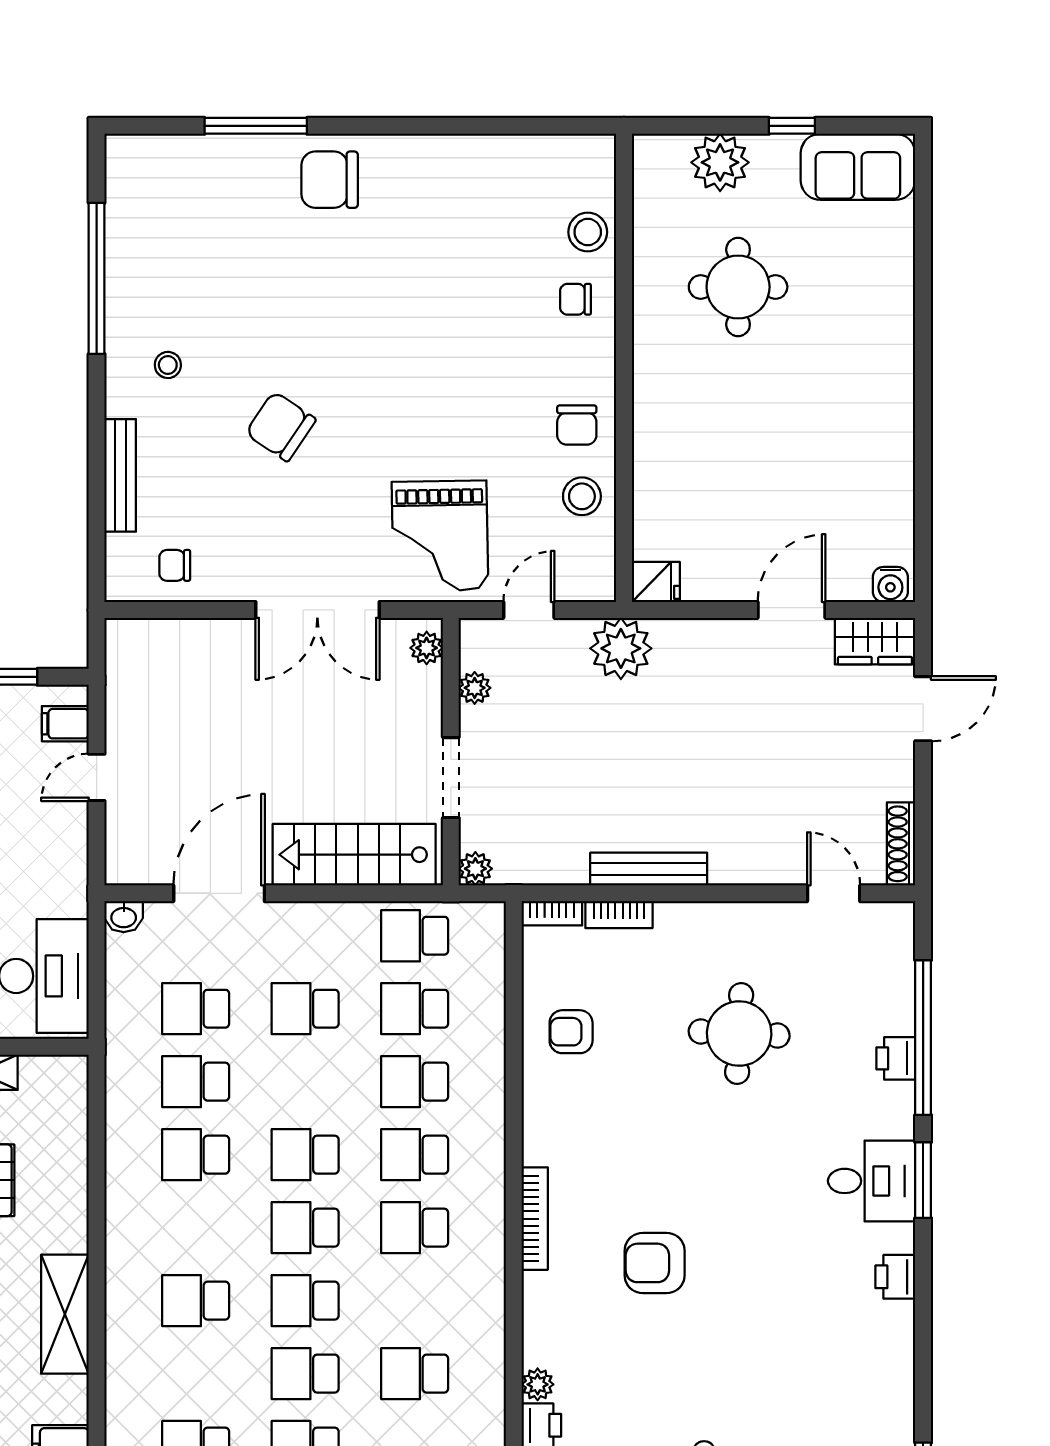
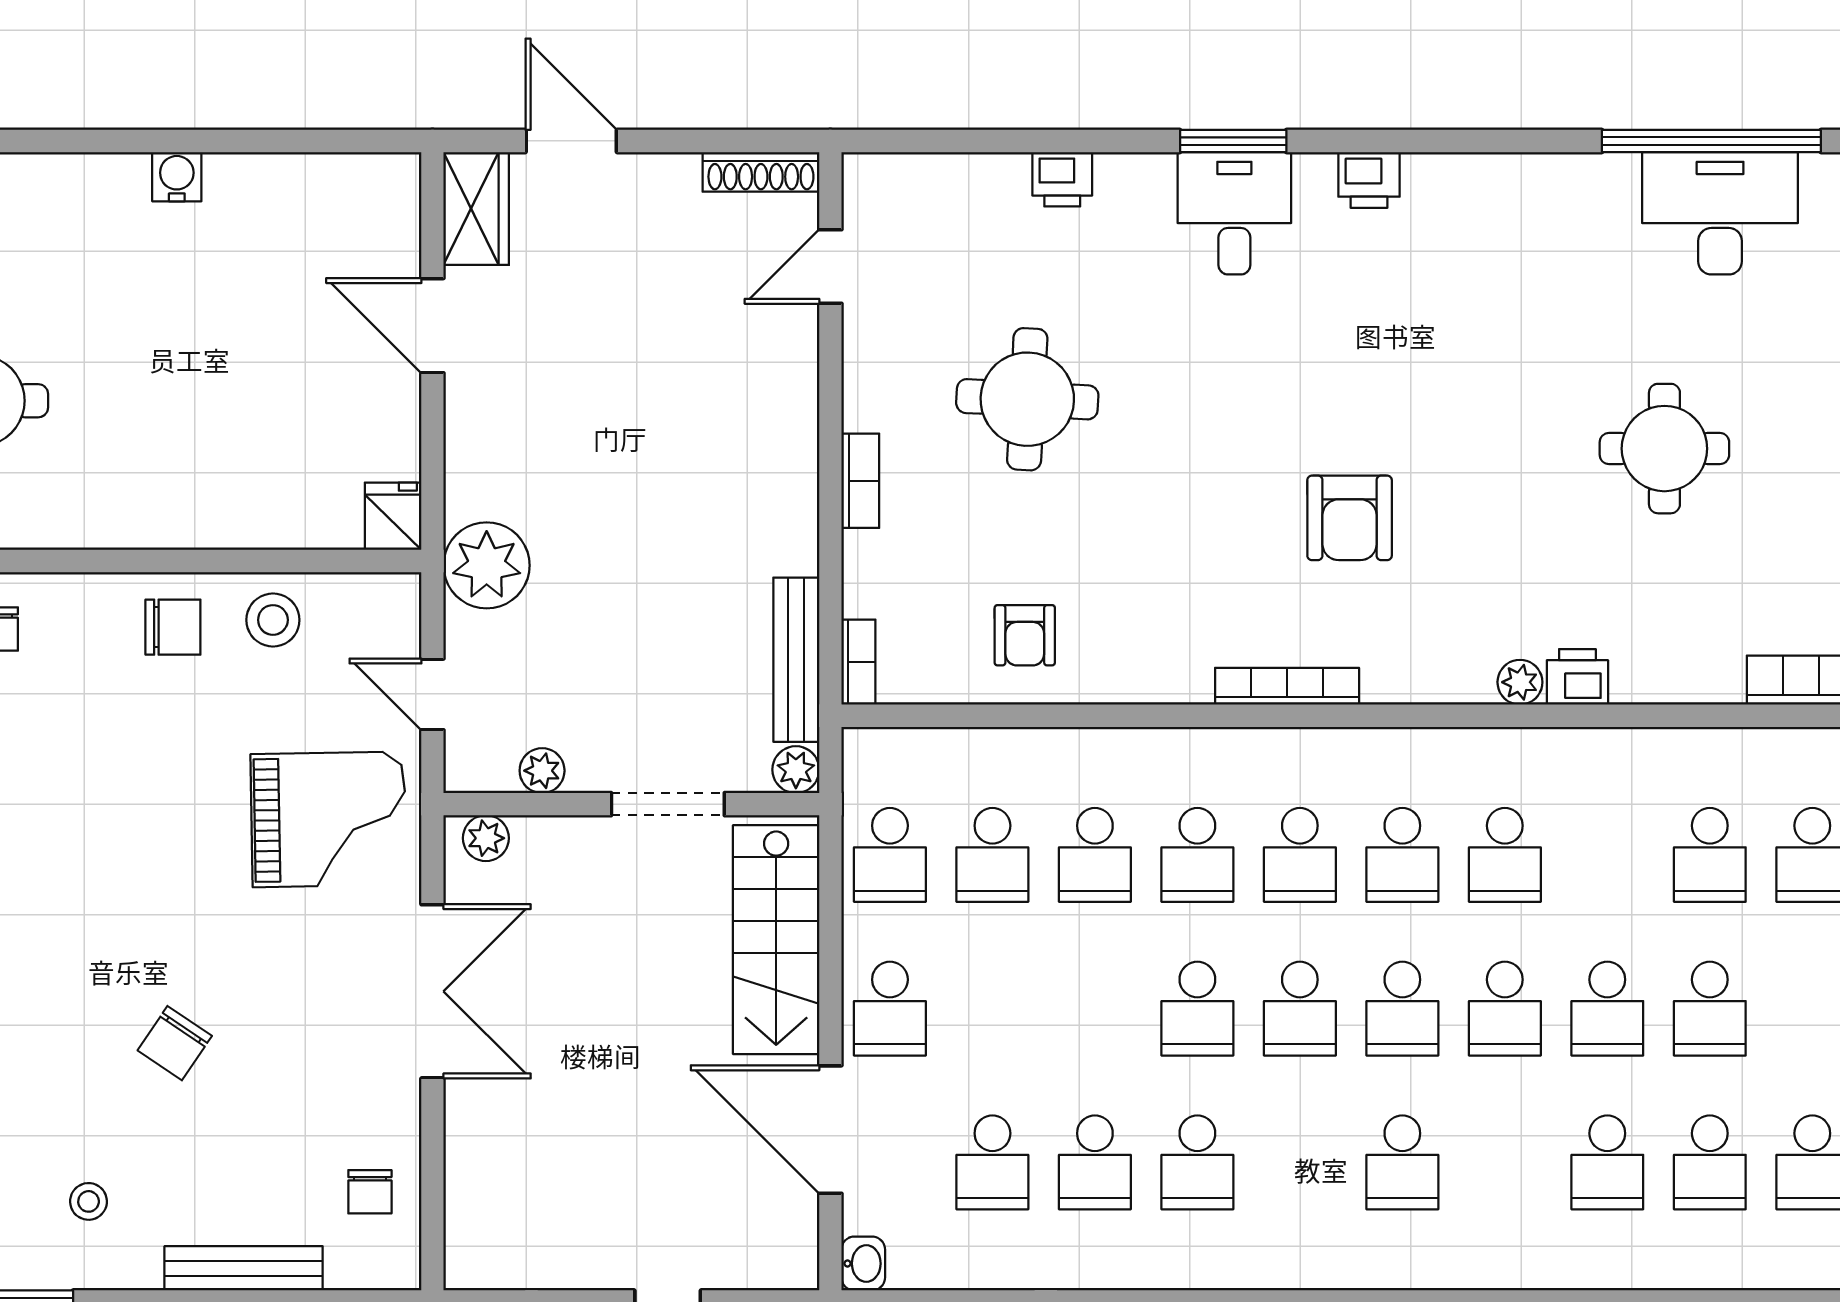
chair: (281, 426) -> (175, 1043), width x0.73, depth x0.73
water cooler: (890, 584) -> (177, 177), moved, turned -90
bench: (649, 869) -> (796, 660), moved
bookcase: (619, 915) -> (860, 481), moved
school desk: (305, 1009) -> (890, 1009), moved
window: (923, 1038) -> (1033, 141), removed
school desk: (415, 1301) -> (1402, 855), added

